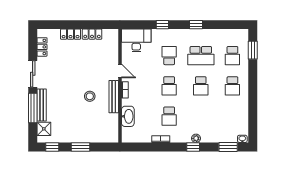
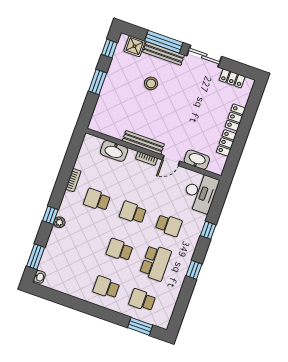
washbasin: (112, 52) -> (197, 160), added
school desk: (201, 56) -> (155, 263), turned 180
stool: (90, 96) -> (151, 83), moved

